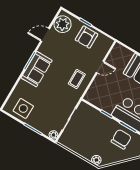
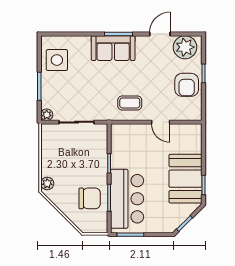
door: (45, 35) -> (160, 34), hinge flipped
armchair: (86, 37) -> (187, 85), turned -90

